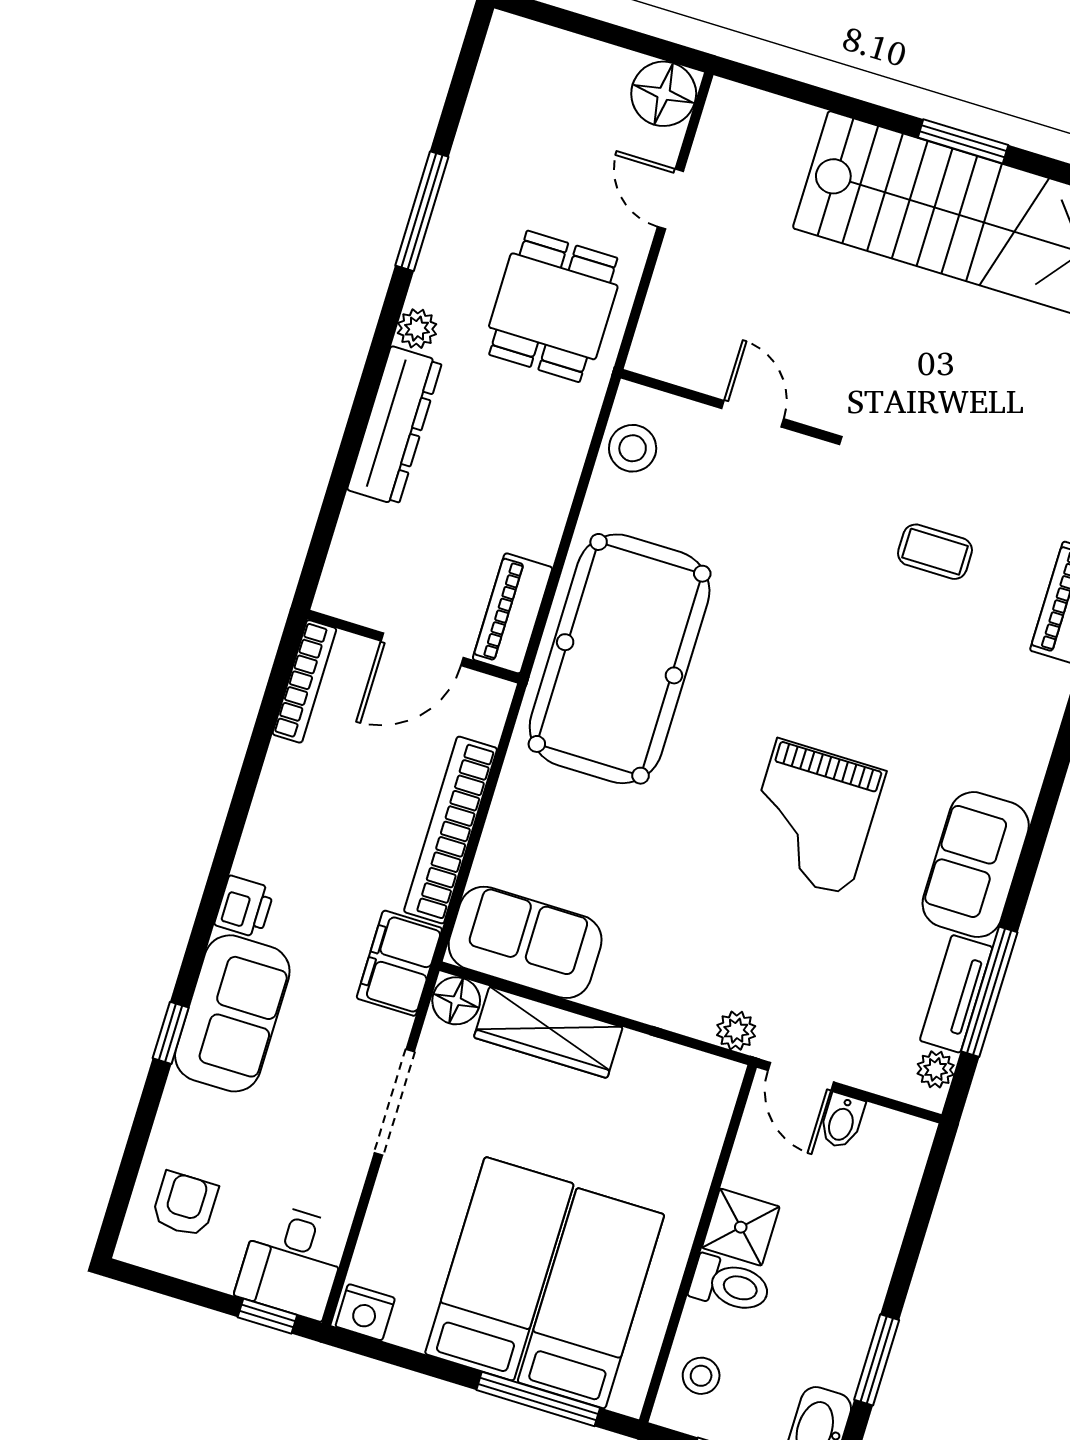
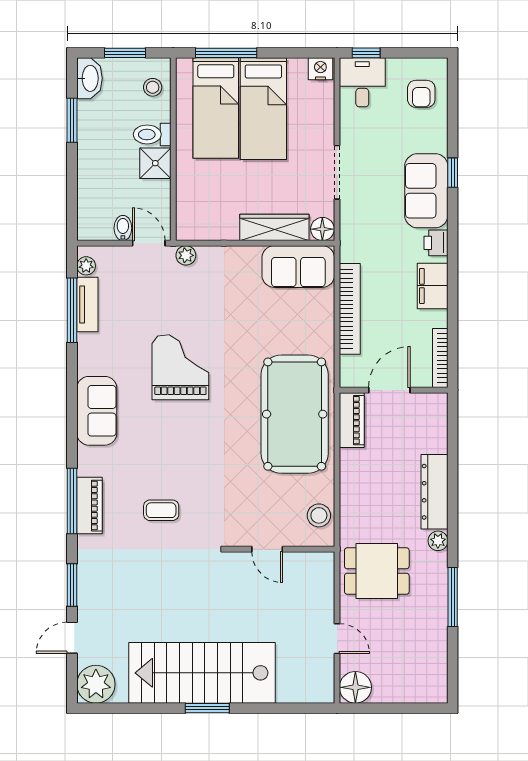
dining table: (553, 306) -> (377, 571), turned 90
sofa: (976, 865) -> (97, 411), moved
filing cabinet: (399, 963) -> (433, 286), moved, turned 180

